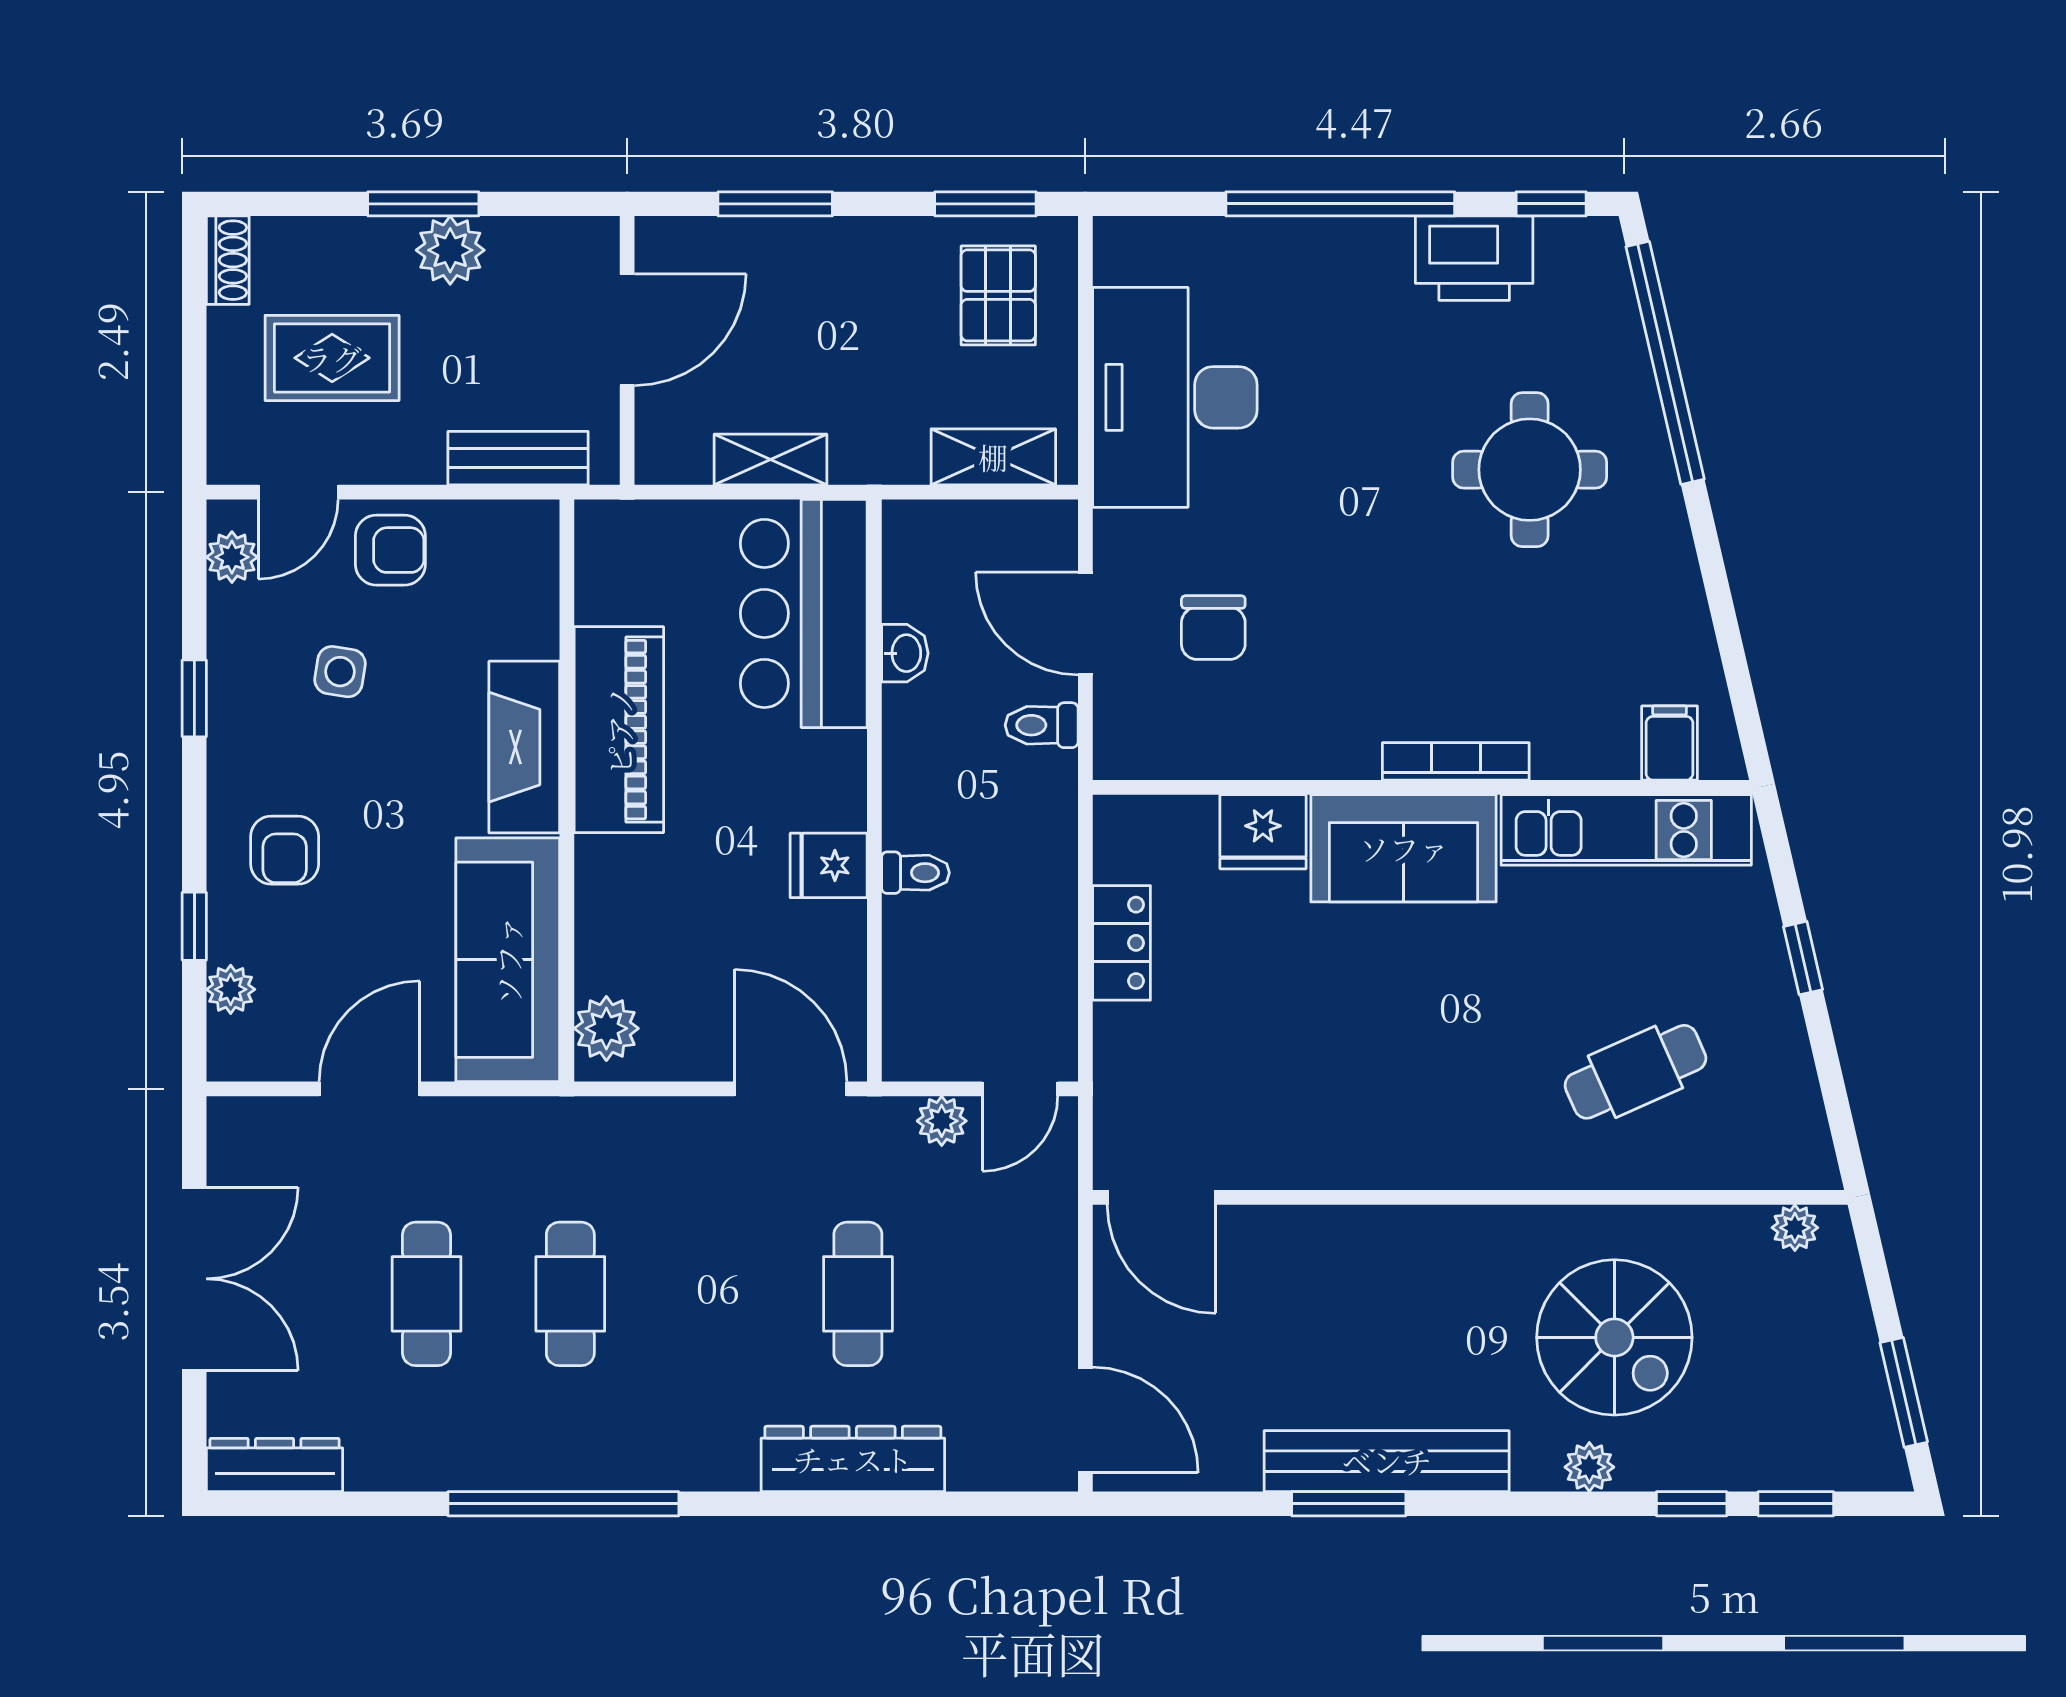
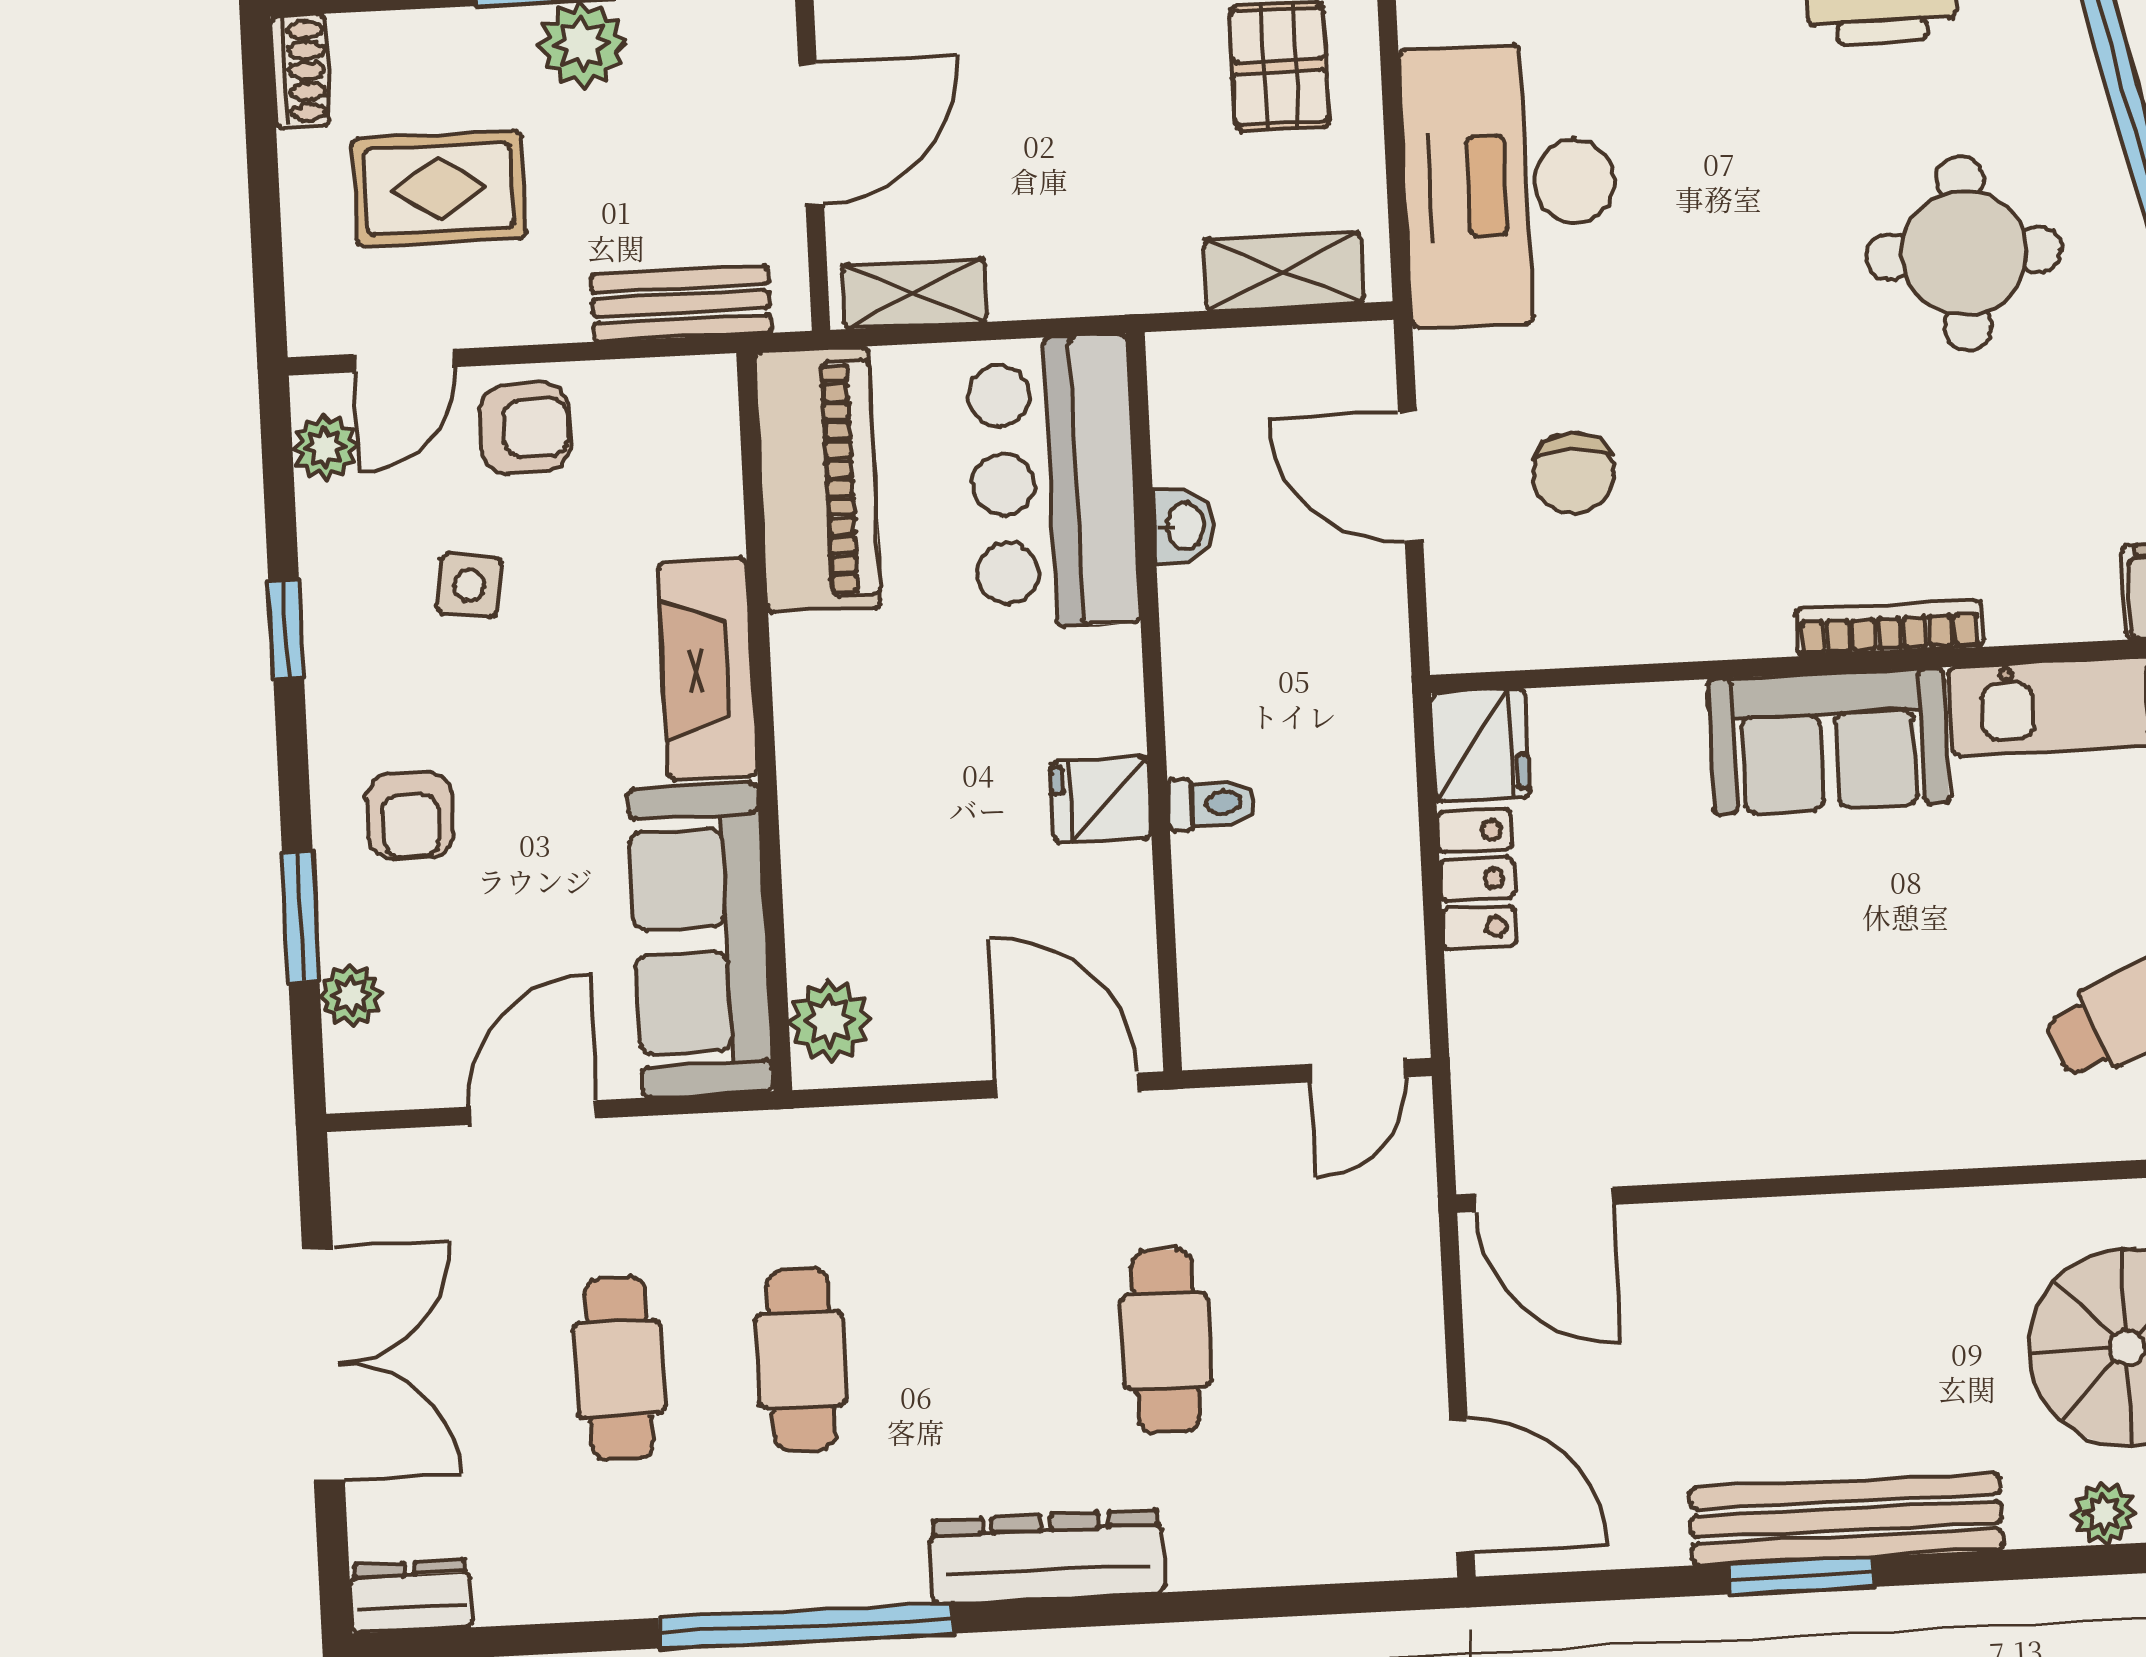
shelving: (771, 459) -> (914, 293), moved
toilet: (1042, 725) -> (1362, 608), removed
piano: (619, 730) -> (818, 480), moved
fridge: (1263, 832) -> (1481, 745), moved, turned -90
window: (194, 926) -> (301, 918), width x1.50
plant: (942, 1121) -> (1260, 1116), removed
dresser: (853, 1459) -> (1047, 1557), moved
dresser: (275, 1465) -> (411, 1597), width x0.70

